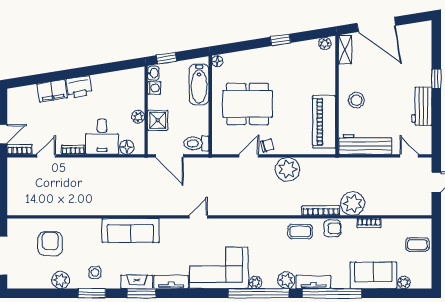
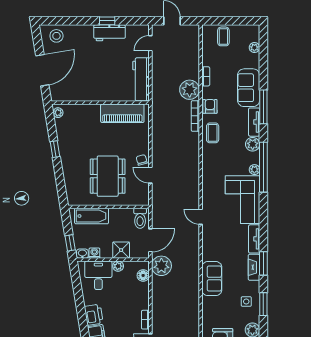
shelving: (345, 50) -> (63, 96), removed
floor lamp: (217, 61) -> (73, 201), removed
window: (436, 79) -> (107, 21), moved
stool: (356, 100) -> (56, 36), moved
desk: (102, 137) -> (98, 275), moved, turned -90
plant: (288, 169) -> (161, 266), moved
sofa: (131, 230) -> (212, 279), width x0.73
sofa: (373, 275) -> (249, 88), moved
window: (332, 293) -> (263, 107), width x0.68

